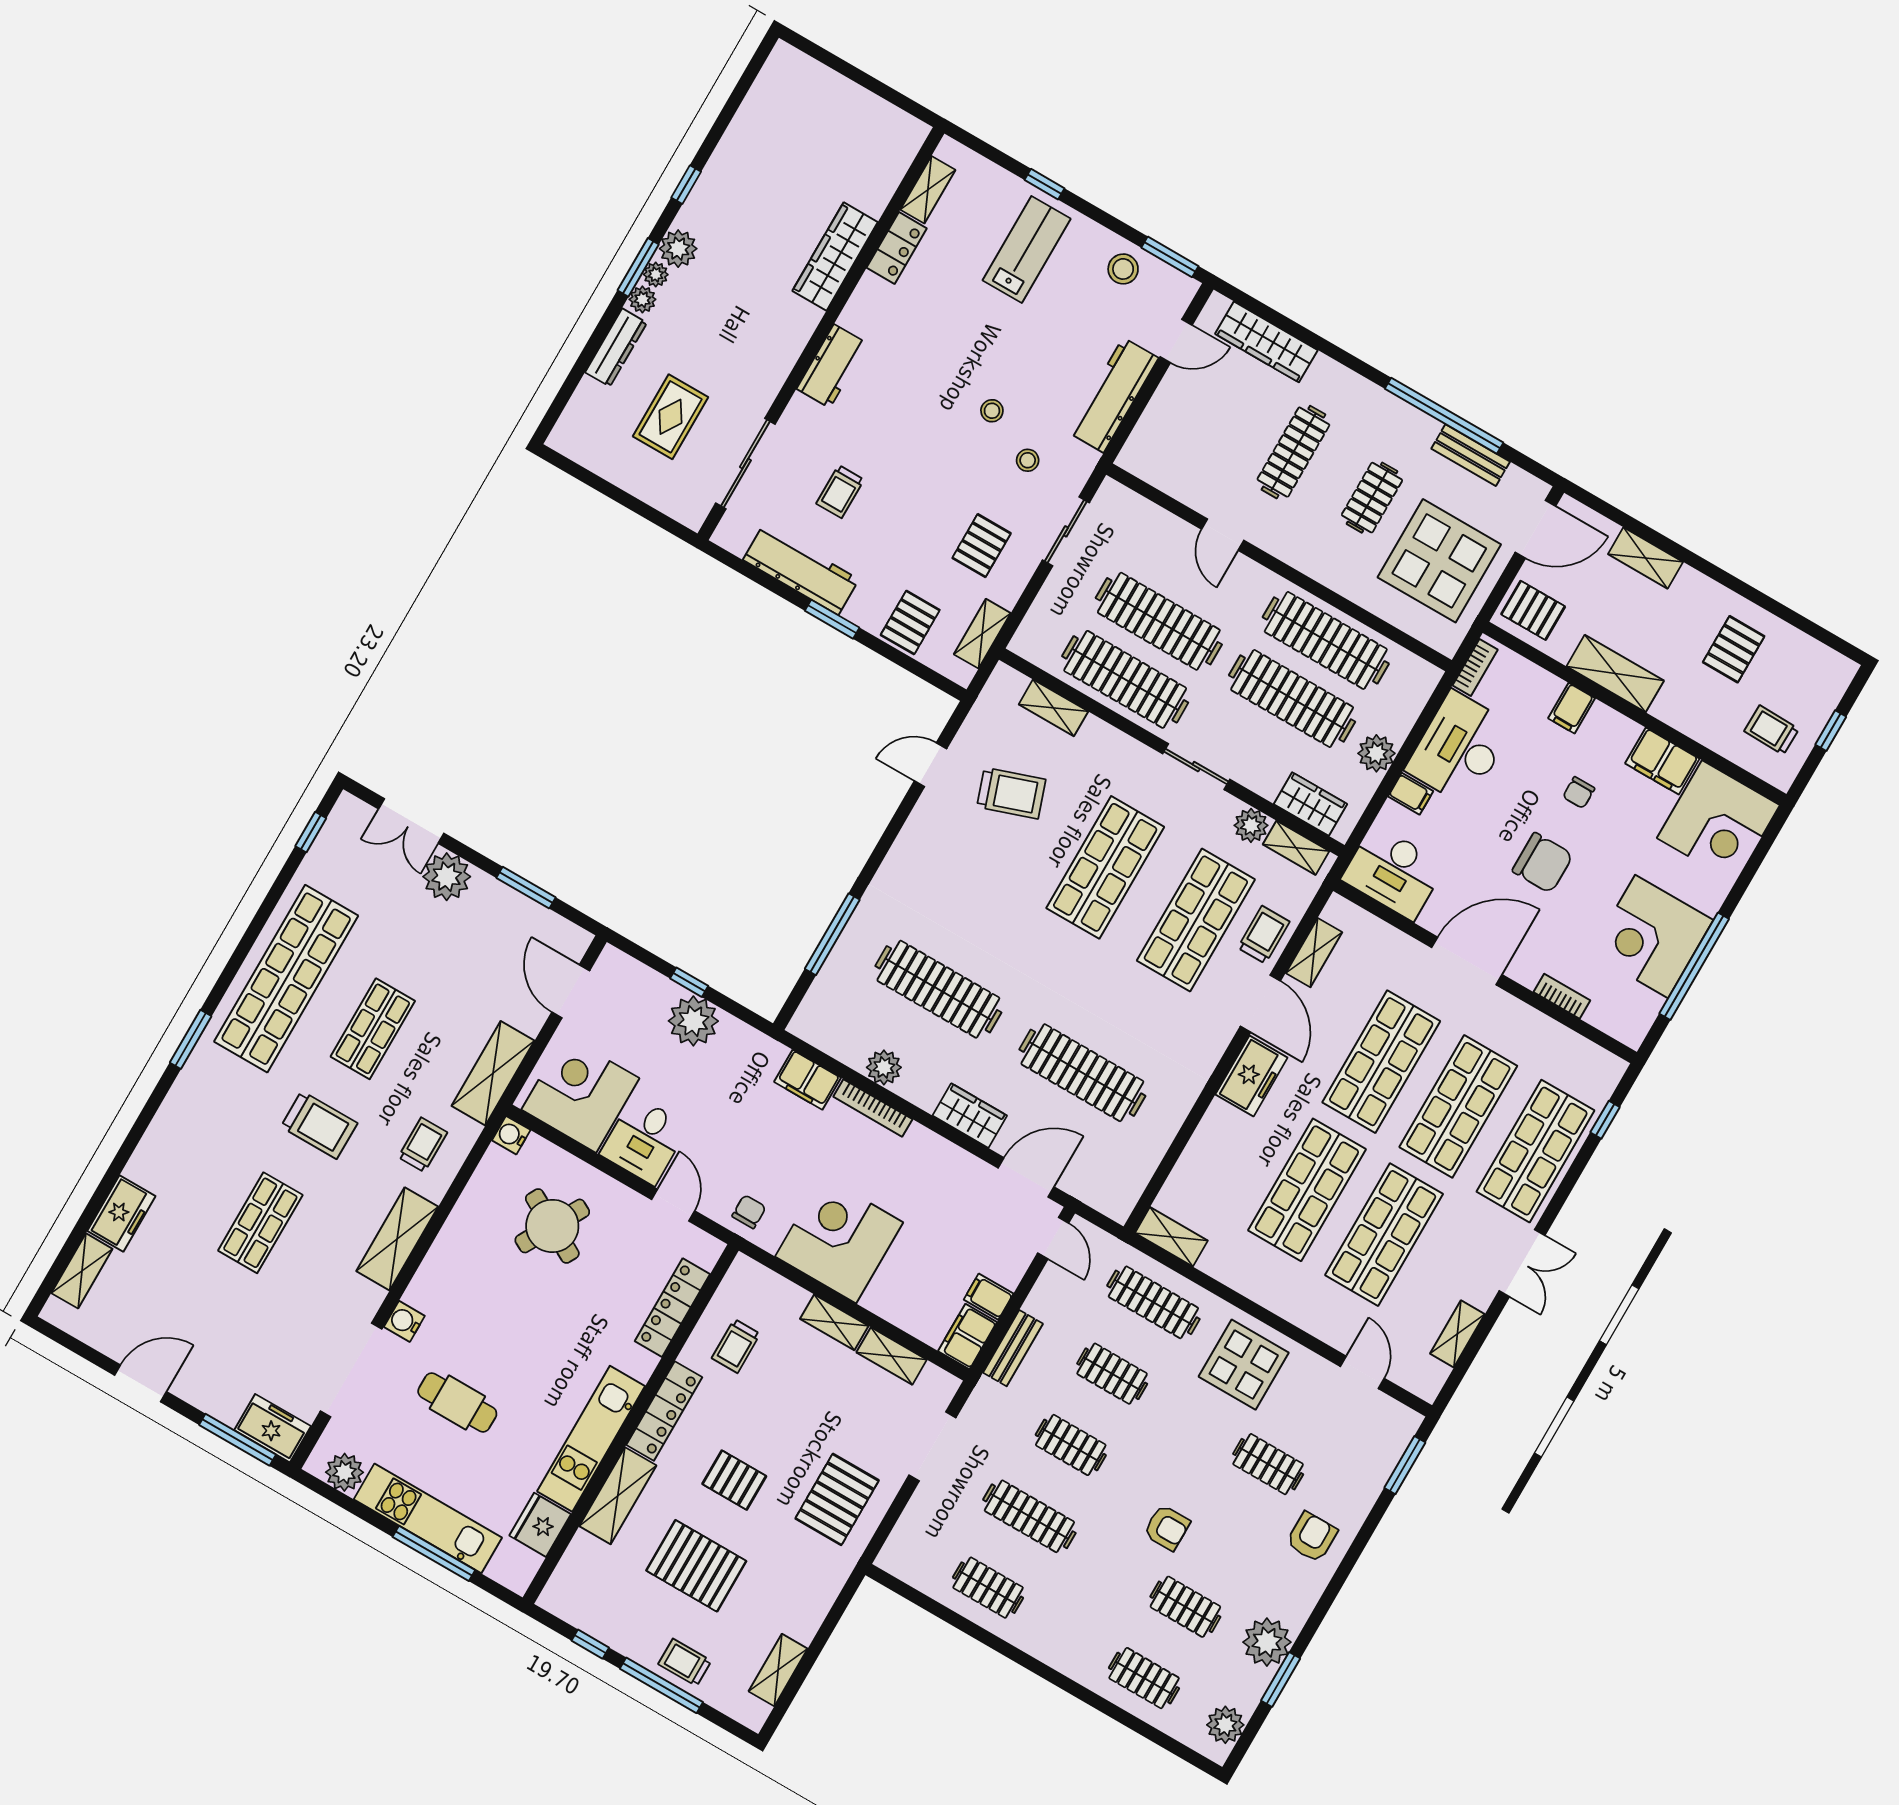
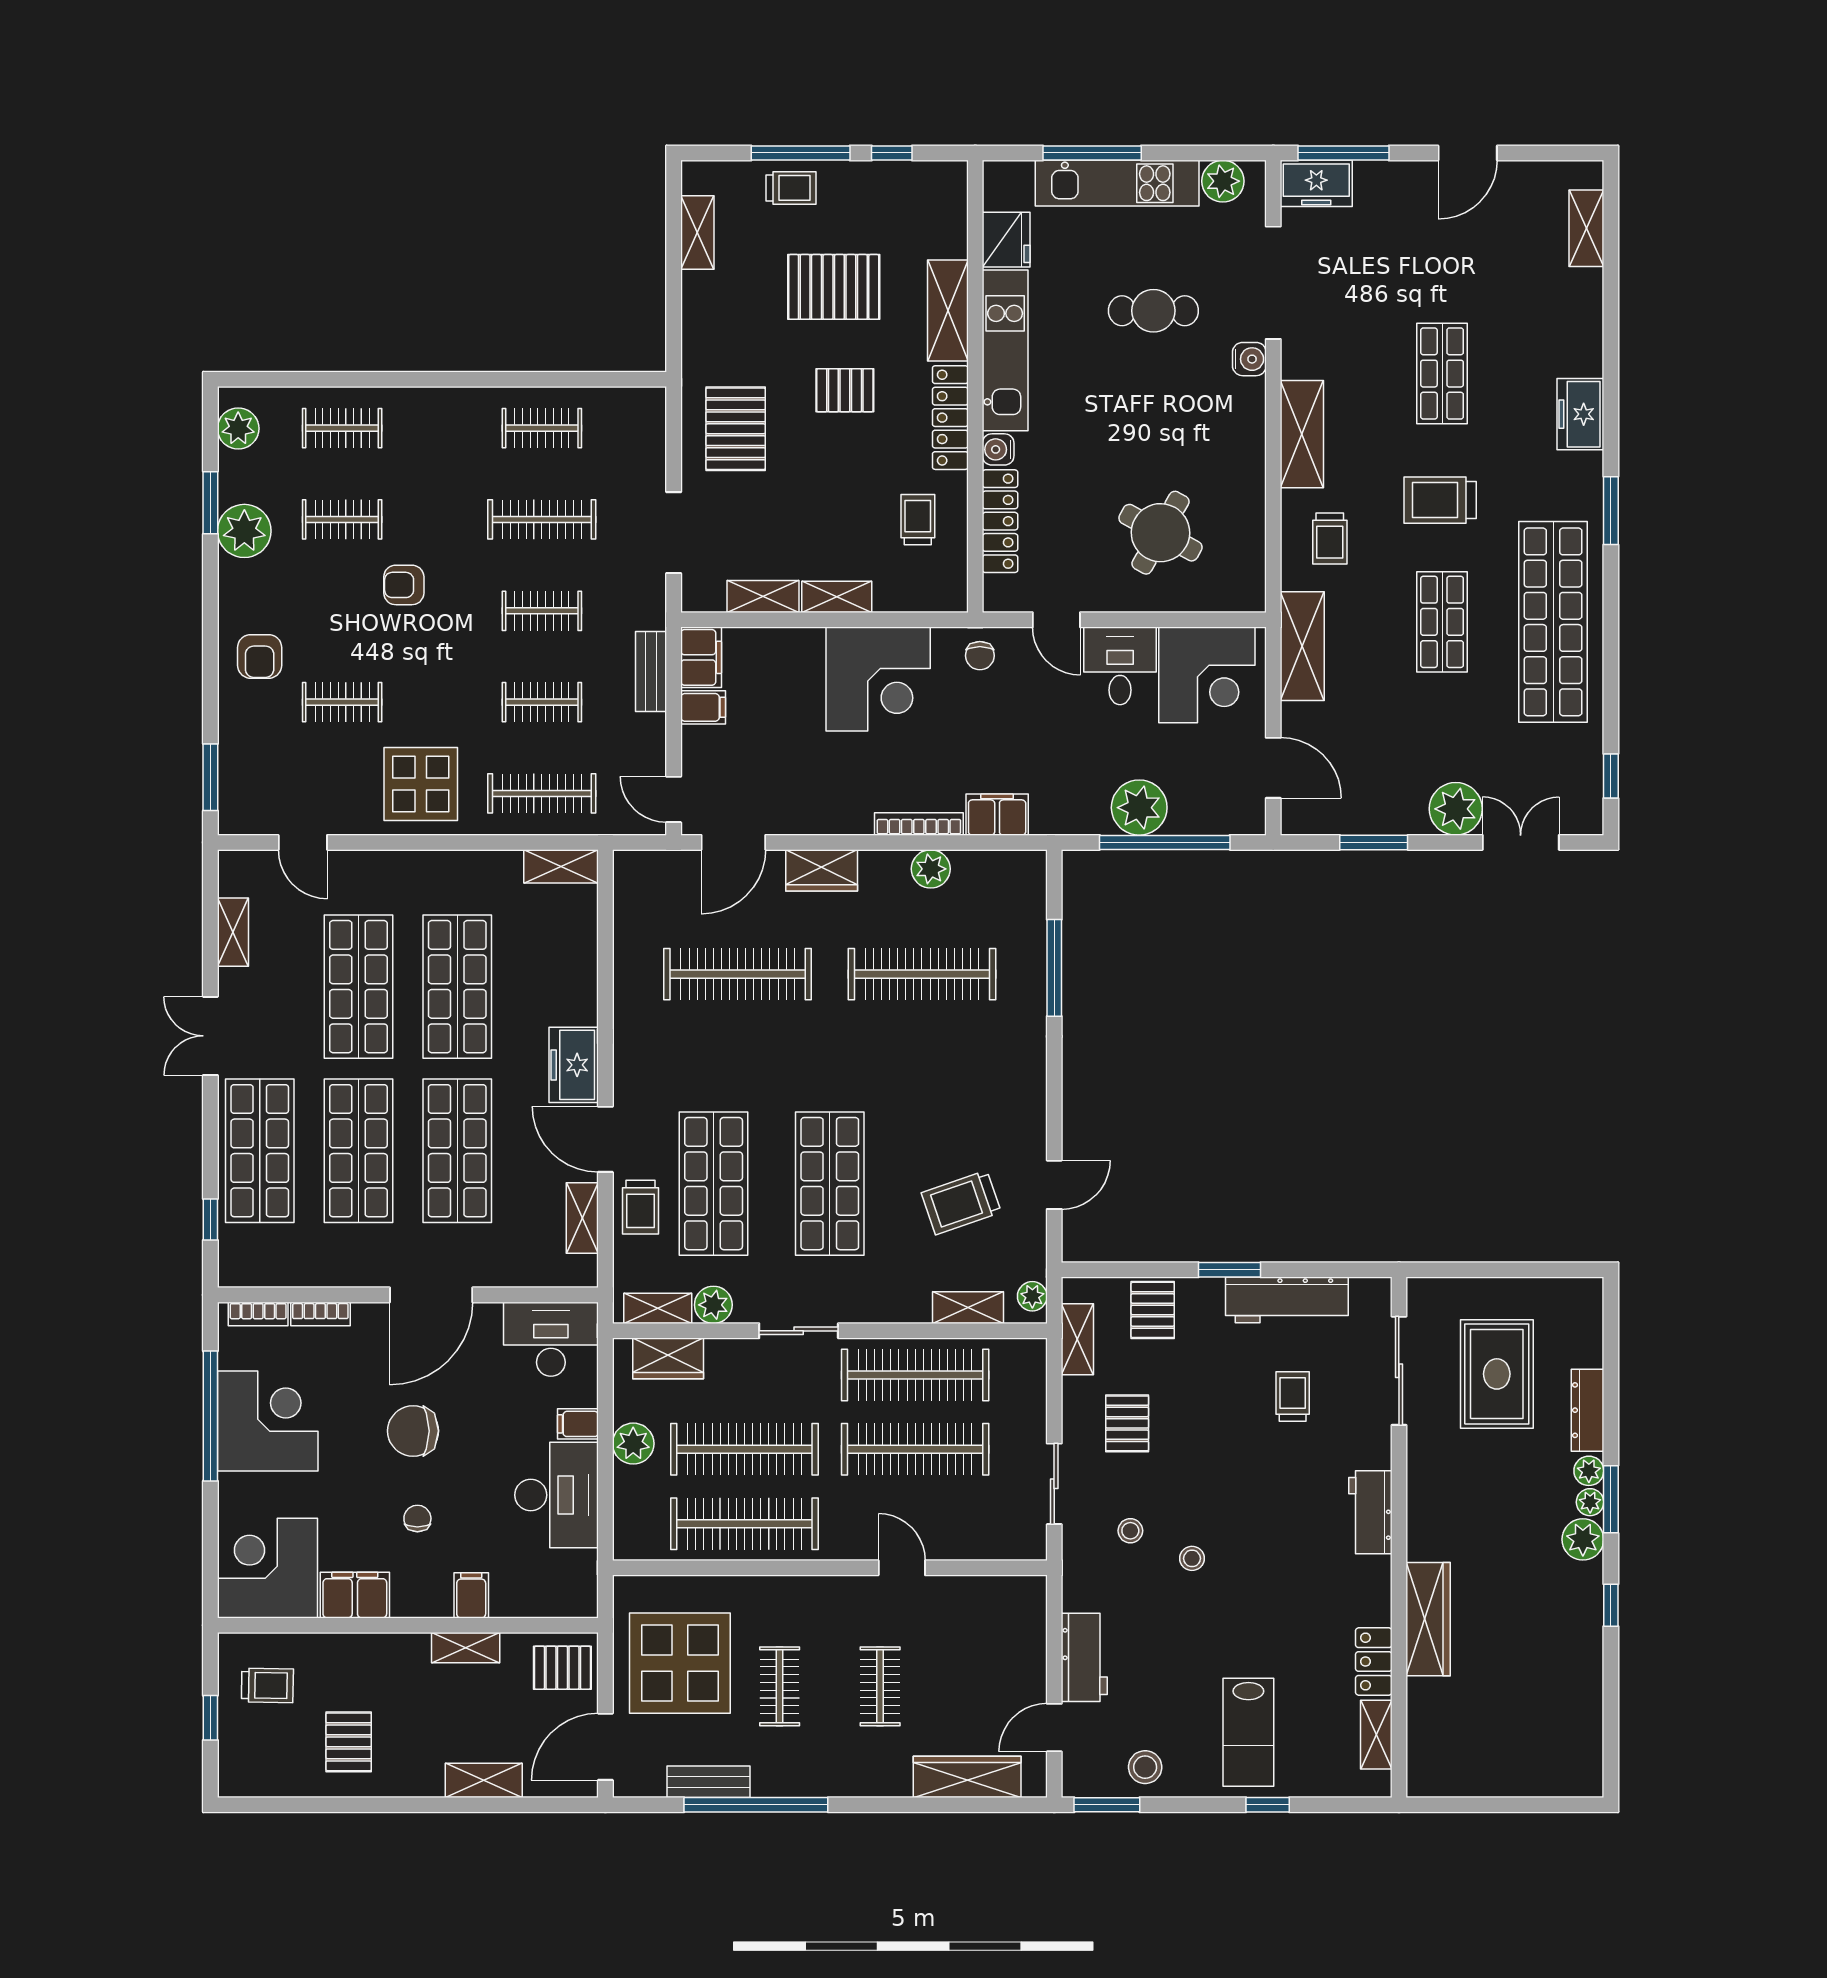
workbench: (1113, 395) -> (1084, 1657), width x0.73
rug: (670, 417) -> (1497, 1374), width x1.36, depth x1.43
clothes rail: (1293, 452) -> (880, 1686), width x0.73
bookcase: (1475, 668) -> (258, 1314), moved, turned -90
shelving: (1615, 674) -> (466, 1648), width x0.67, depth x0.75
plant: (998, 688) -> (1032, 1296), added
window: (689, 982) -> (1165, 842), width x3.17
water cooler: (511, 1135) -> (998, 449), moved, turned 180
freezer: (121, 1214) -> (1580, 414), moved

